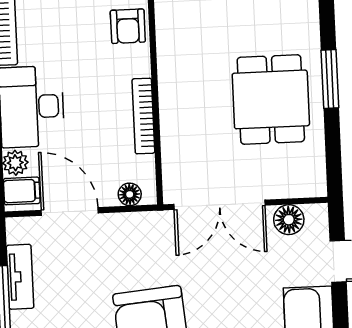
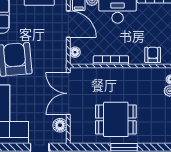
armchair: (128, 26) -> (153, 55), turned 90
door: (70, 212) -> (68, 24), hinge flipped

